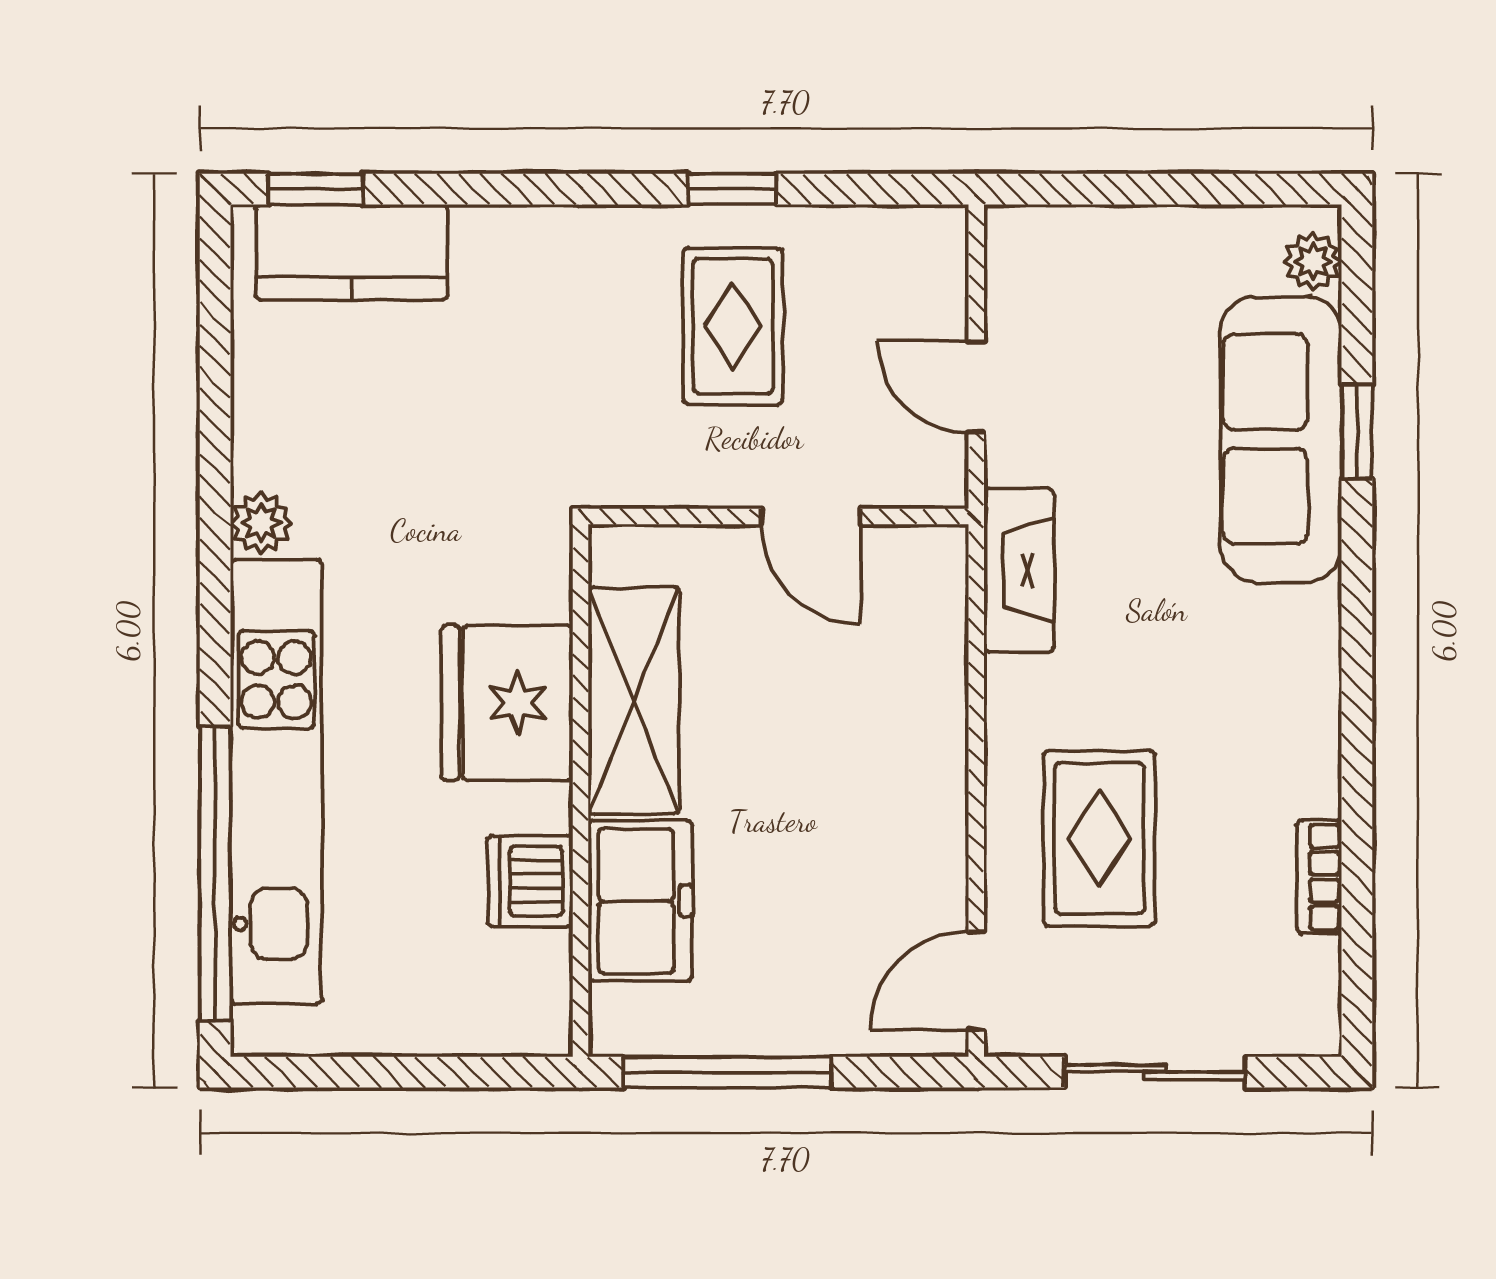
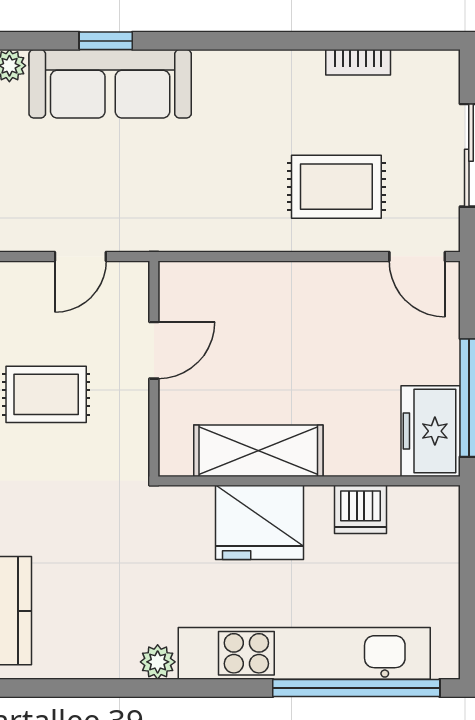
fireplace: (1019, 570) -> (184, 232), removed
freezer: (640, 901) -> (431, 431), moved, turned -90

